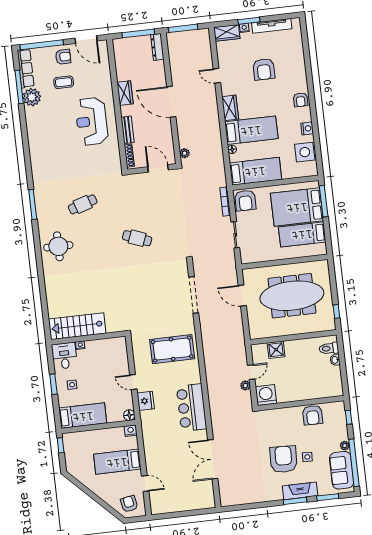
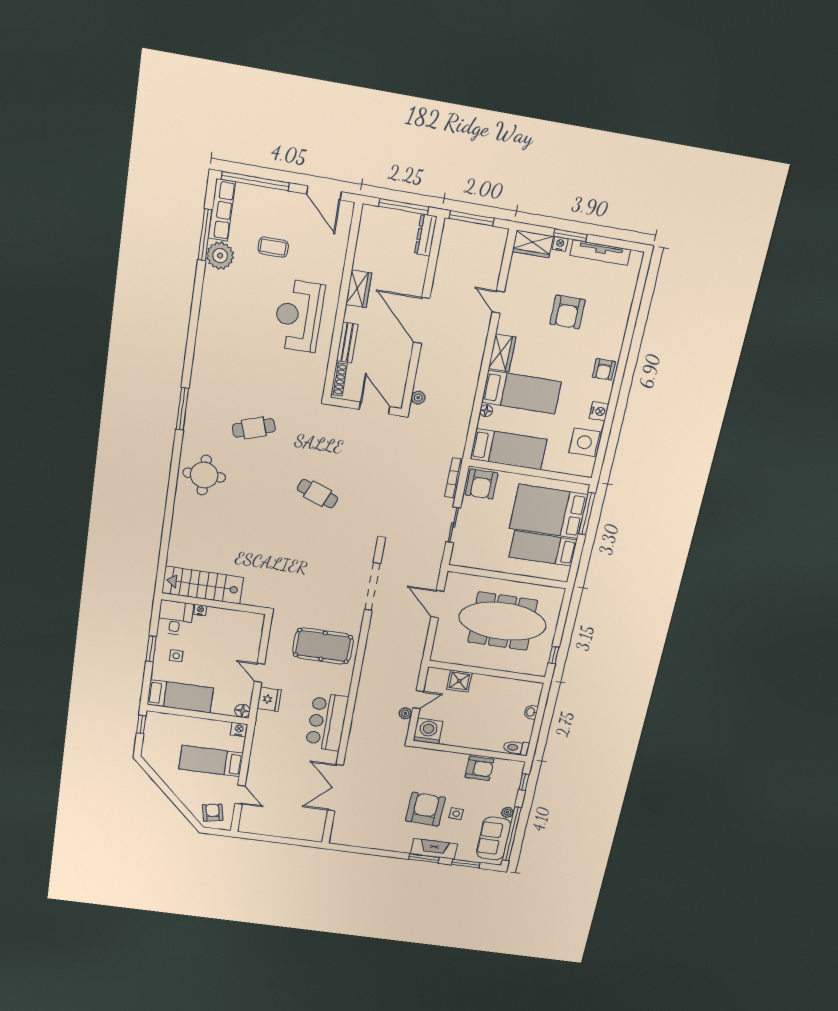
armchair: (63, 57) -> (283, 209), removed
toilet: (329, 348) -> (516, 748), moved
armchair: (313, 415) -> (479, 768), turned -90

